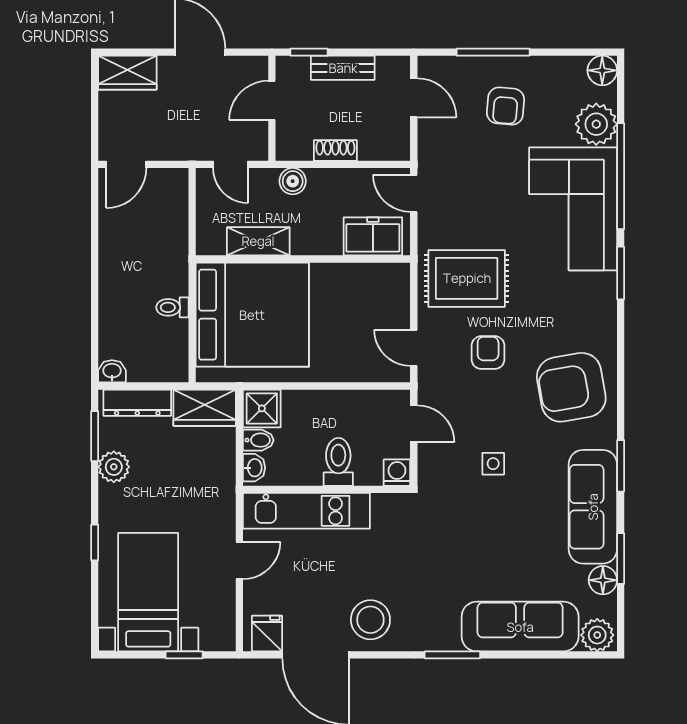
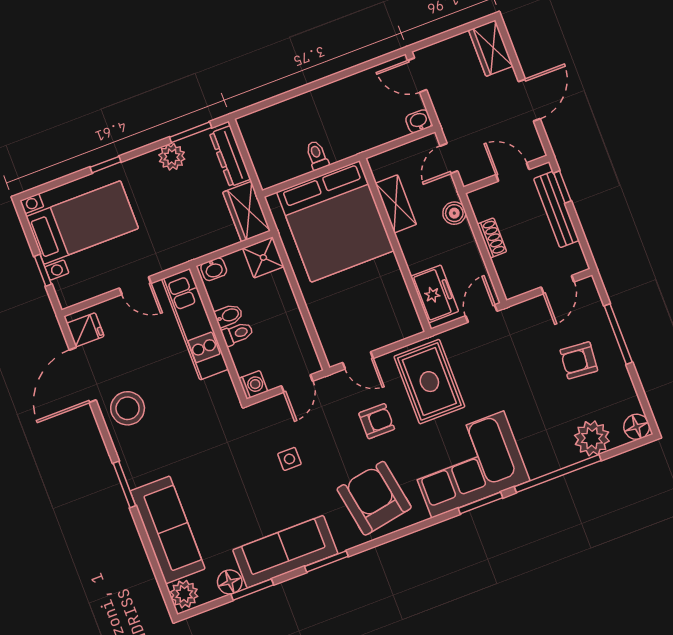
bench: (343, 68) -> (557, 209), width x1.36
corner sofa: (573, 209) -> (468, 464), moved
door: (414, 348) -> (358, 360), swing flipped
washbasin: (112, 371) -> (419, 121), moved, turned -90
bidet: (258, 440) -> (229, 316), moved, turned -90
toilet: (338, 462) -> (237, 334), width x0.73, depth x0.72

